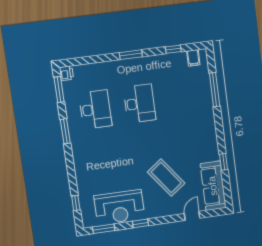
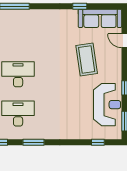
coffee table: (166, 178) -> (87, 60), turned -61

